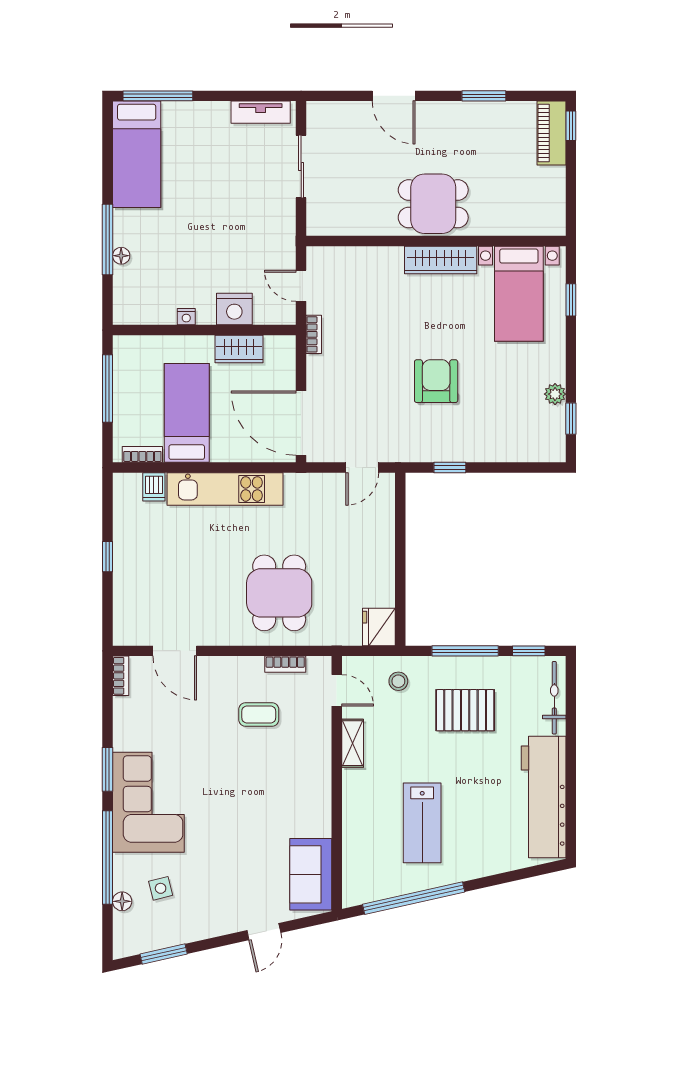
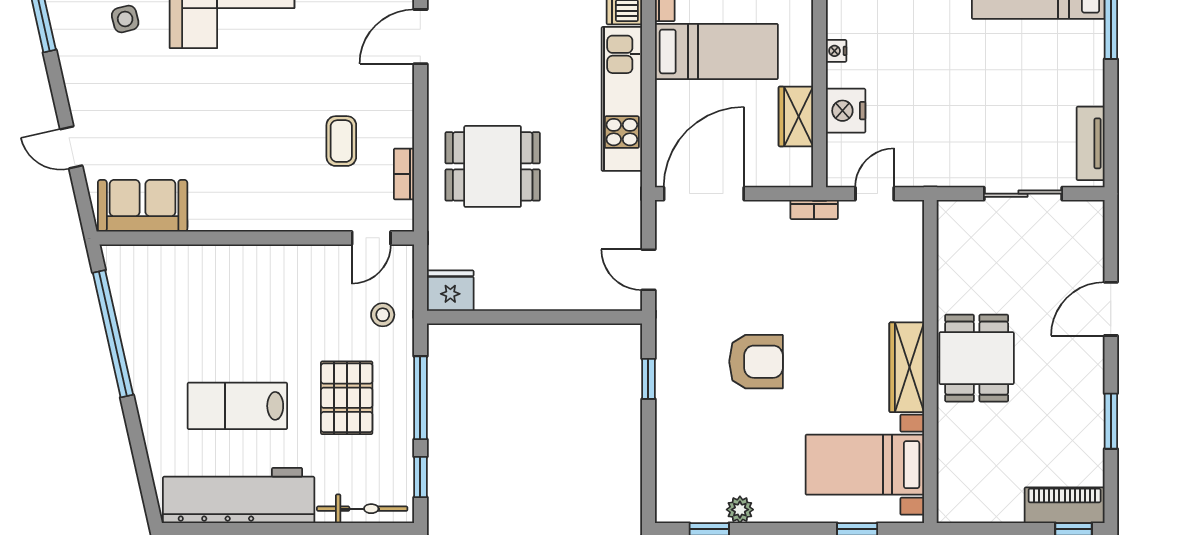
shelving: (353, 743) -> (306, 258), removed
lab bench: (422, 823) -> (237, 406), moved

